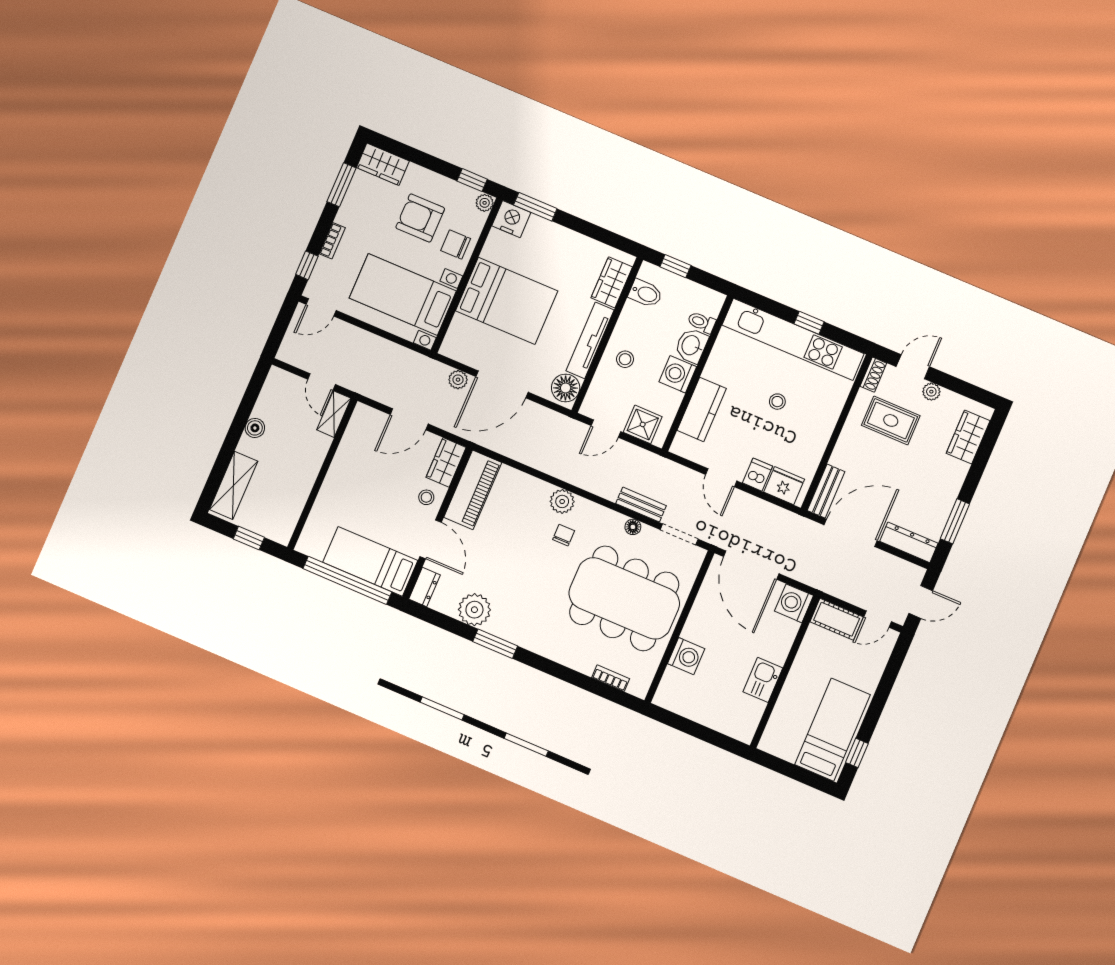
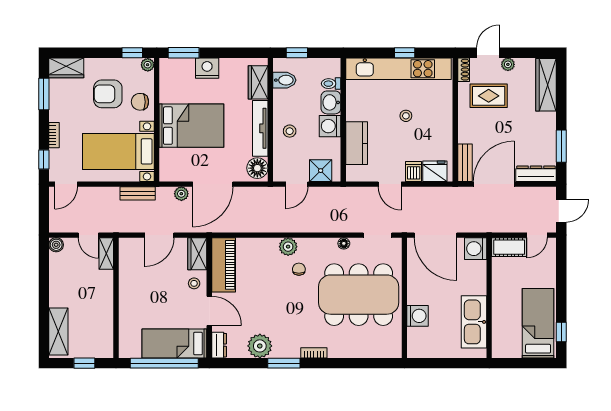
nightstand: (511, 219) -> (207, 68), moved
boiler: (255, 428) -> (56, 245), moved
wardrobe: (968, 437) -> (546, 85), width x1.50
bench: (641, 505) -> (138, 193), moved
bookcase: (611, 678) -> (314, 353), moved
kitchen sink: (763, 680) -> (474, 322), width x1.87, depth x1.24

